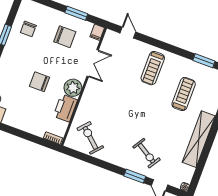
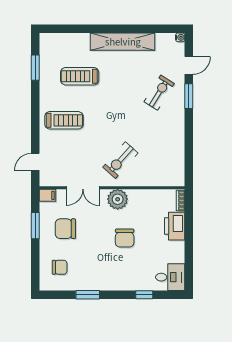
chair: (28, 29) -> (60, 267), moved
chair: (65, 37) -> (65, 229), turned -90
double door: (93, 63) -> (83, 188), swing flipped
printer: (65, 108) -> (175, 226), moved, turned 90
exercise bike: (90, 138) -> (120, 160), moved

